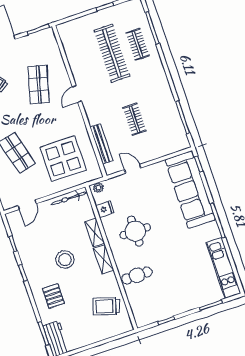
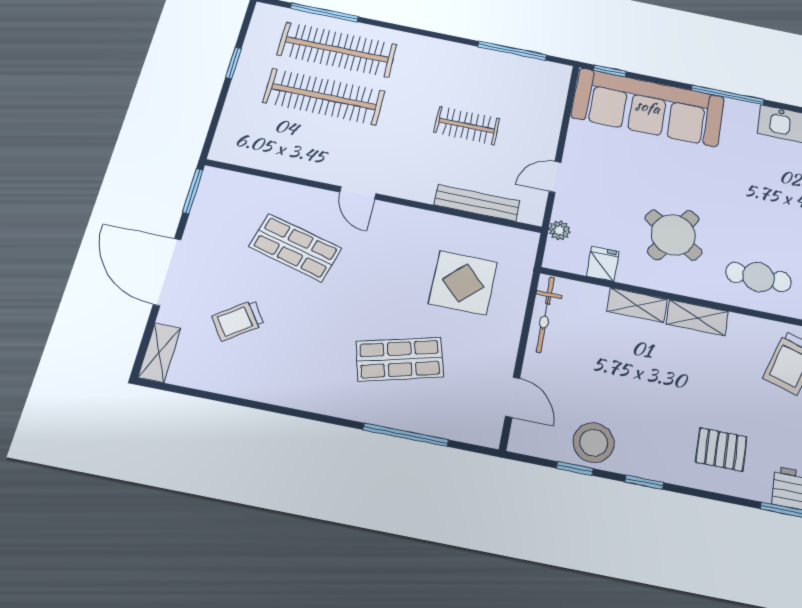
clothes rail: (137, 44) -> (337, 50), width x1.86, depth x1.31
display table: (63, 159) -> (463, 283), width x0.73, depth x0.73
plant: (98, 188) -> (559, 230), moved
round table: (135, 231) -> (673, 235), turned 33
stool: (65, 260) -> (594, 443), moved
cafe table: (137, 275) -> (758, 277), turned 90

